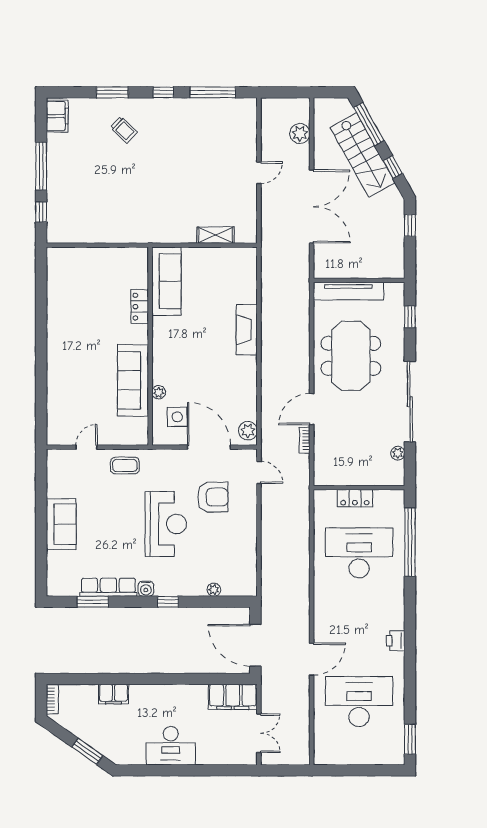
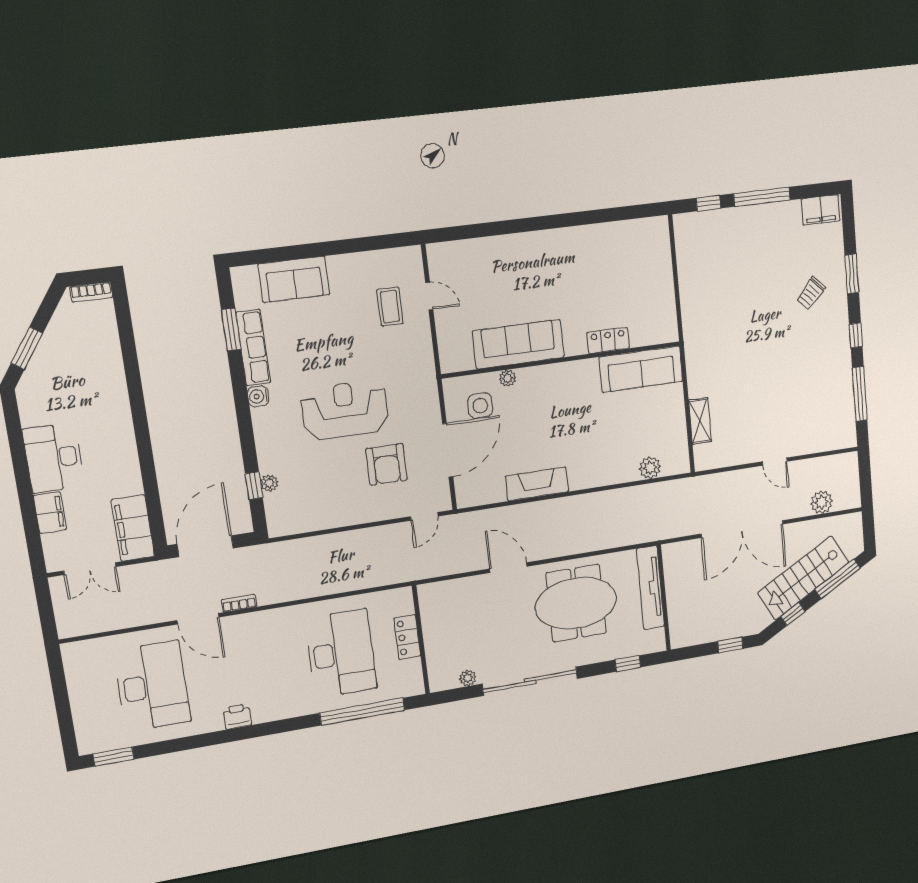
fireplace: (247, 330) -> (537, 484), moved
plant: (248, 431) -> (650, 468), moved
bookcase: (305, 440) -> (239, 603), moved
coffee table: (125, 465) -> (390, 307), moved
sofa: (61, 524) -> (294, 279), moved
reception desk: (166, 524) -> (345, 410), turned 180
window: (168, 602) -> (254, 486), moved
filing cabinet: (113, 694) -> (50, 513), moved, turned 180

